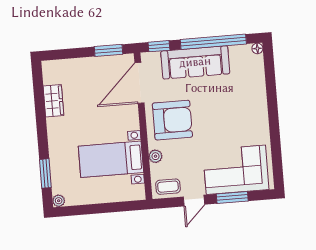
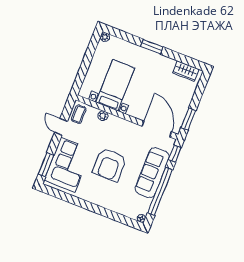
wardrobe: (53, 101) -> (186, 71), moved
armchair: (172, 120) -> (110, 165), moved
window: (45, 173) -> (152, 47), moved
window: (232, 197) -> (46, 165), moved

